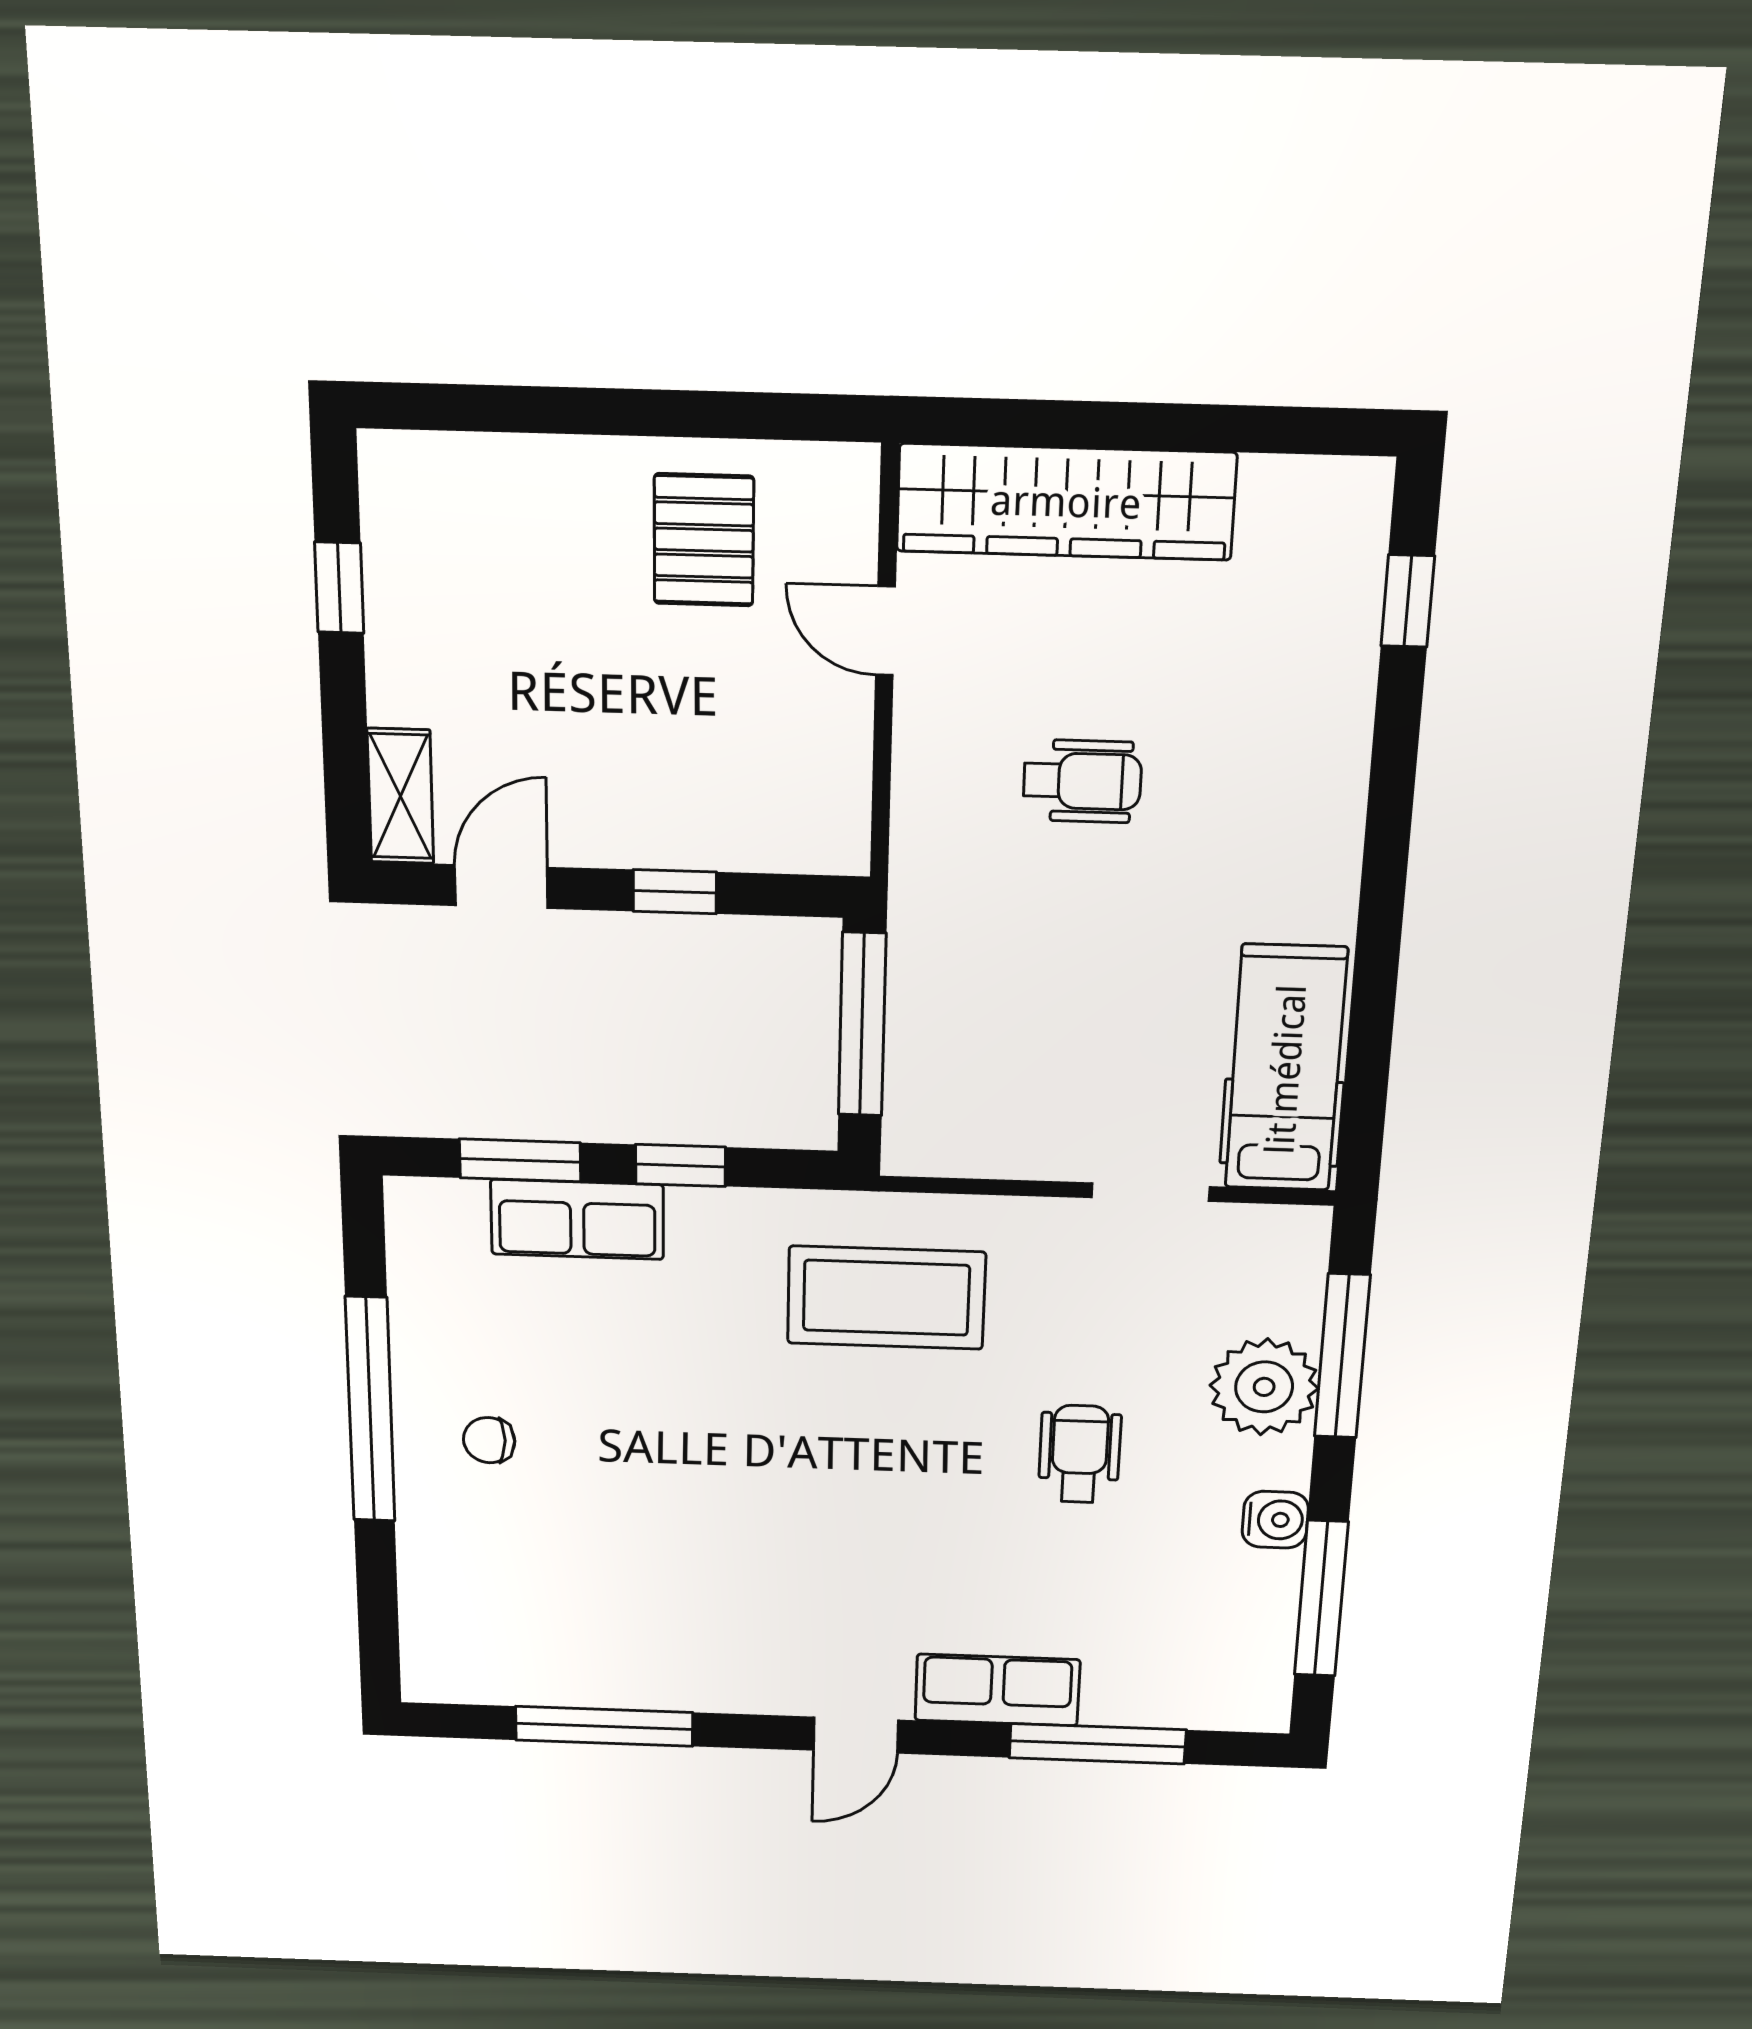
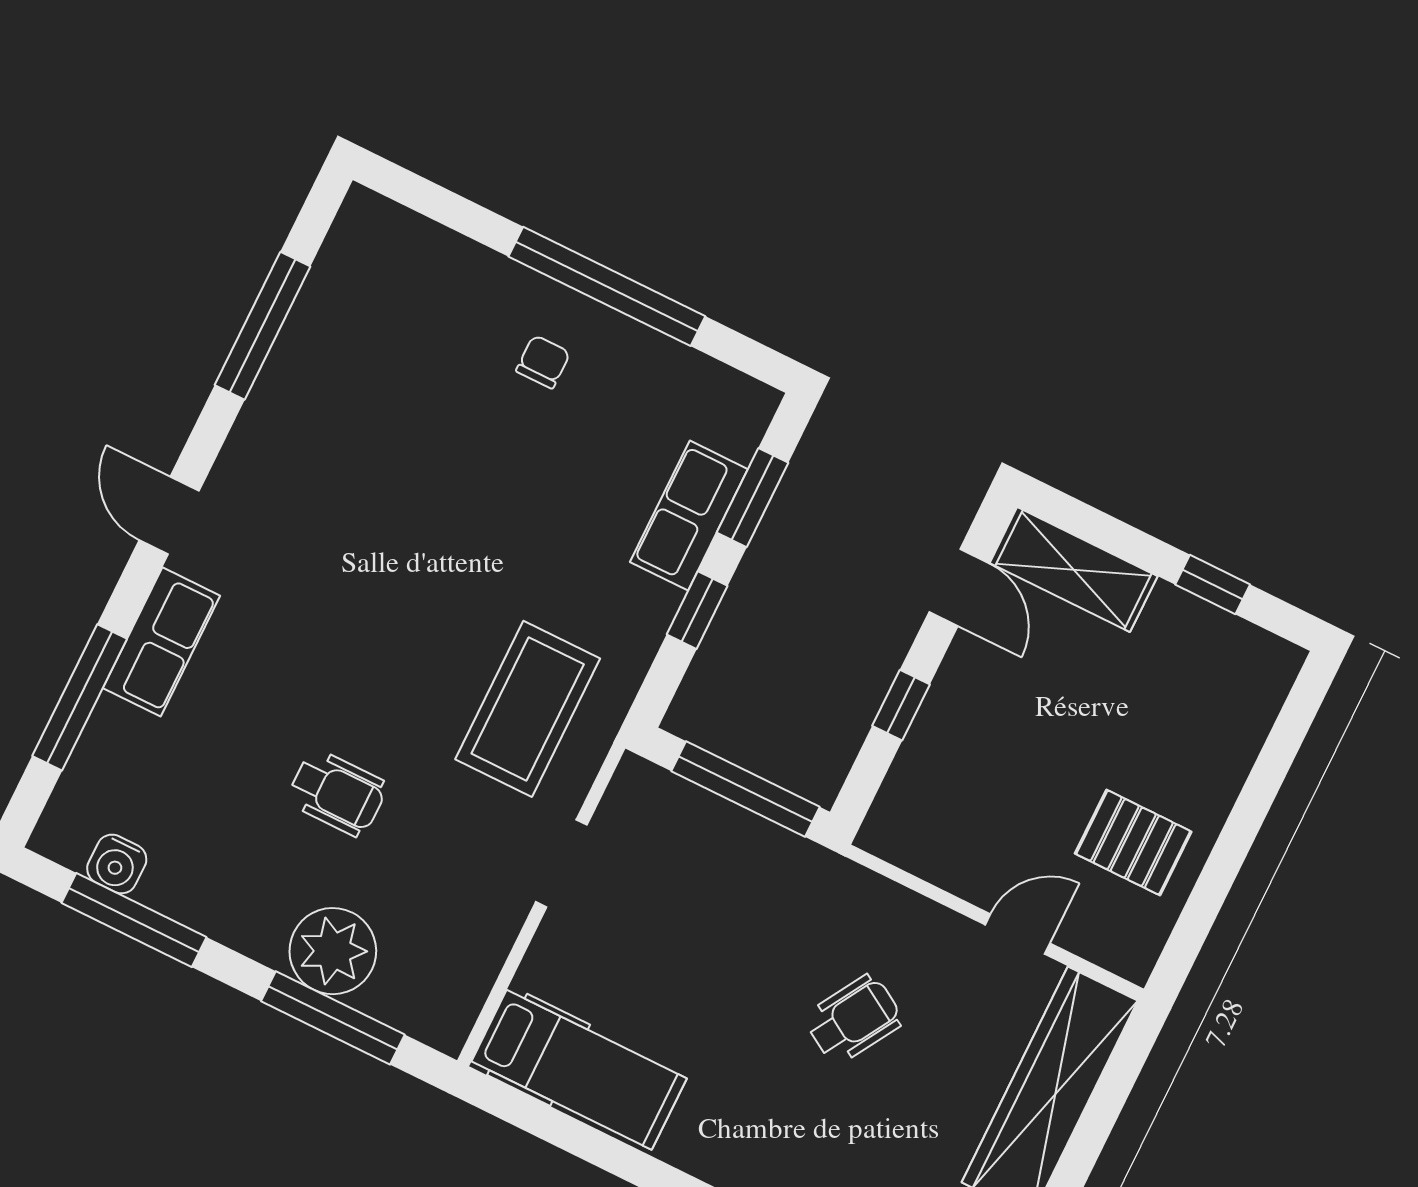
wheelchair: (1082, 781) -> (854, 1019), turned -149
shelving: (400, 796) -> (1074, 570), width x1.50, depth x1.33
doorway: (1150, 1192) -> (561, 863), moved
water cooler: (1275, 1520) -> (117, 864), moved

